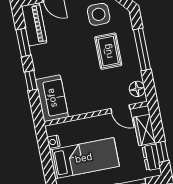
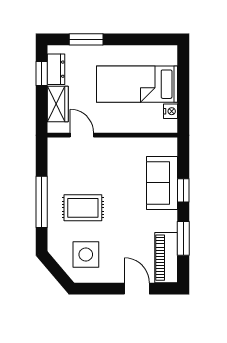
rug: (108, 51) -> (83, 208), turned 90
floor lamp: (137, 89) -> (57, 155), removed
sofa: (52, 98) -> (162, 183), moved

